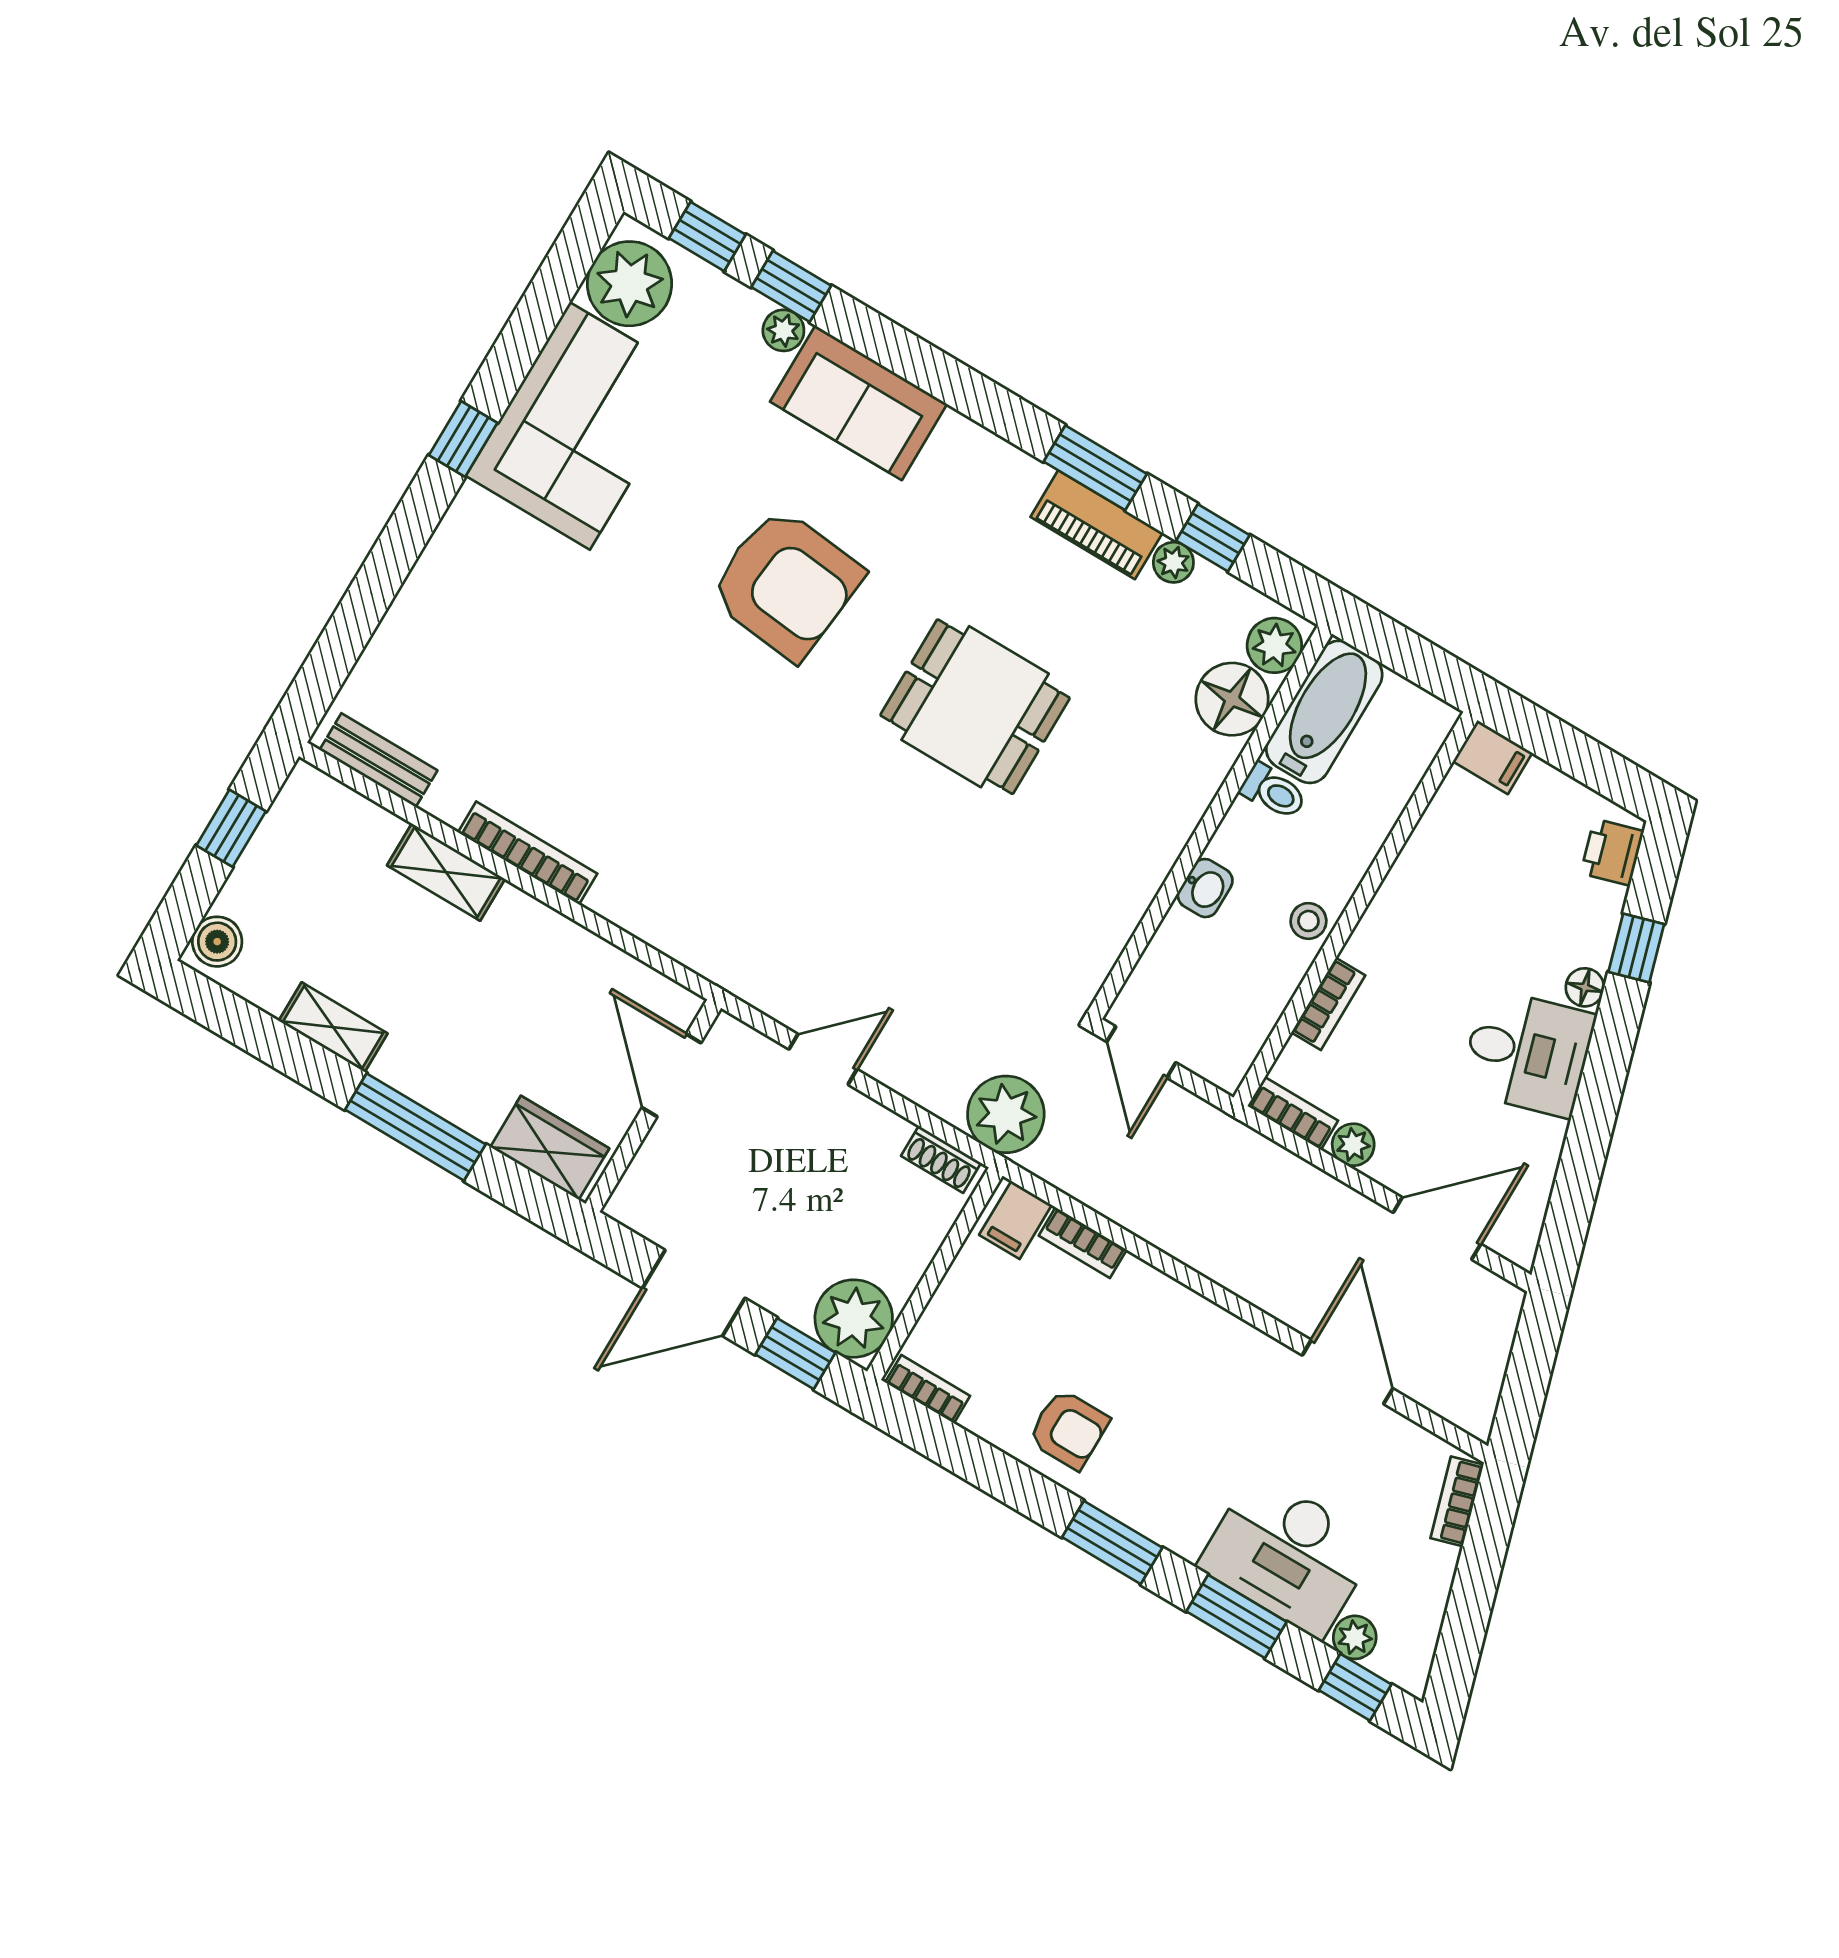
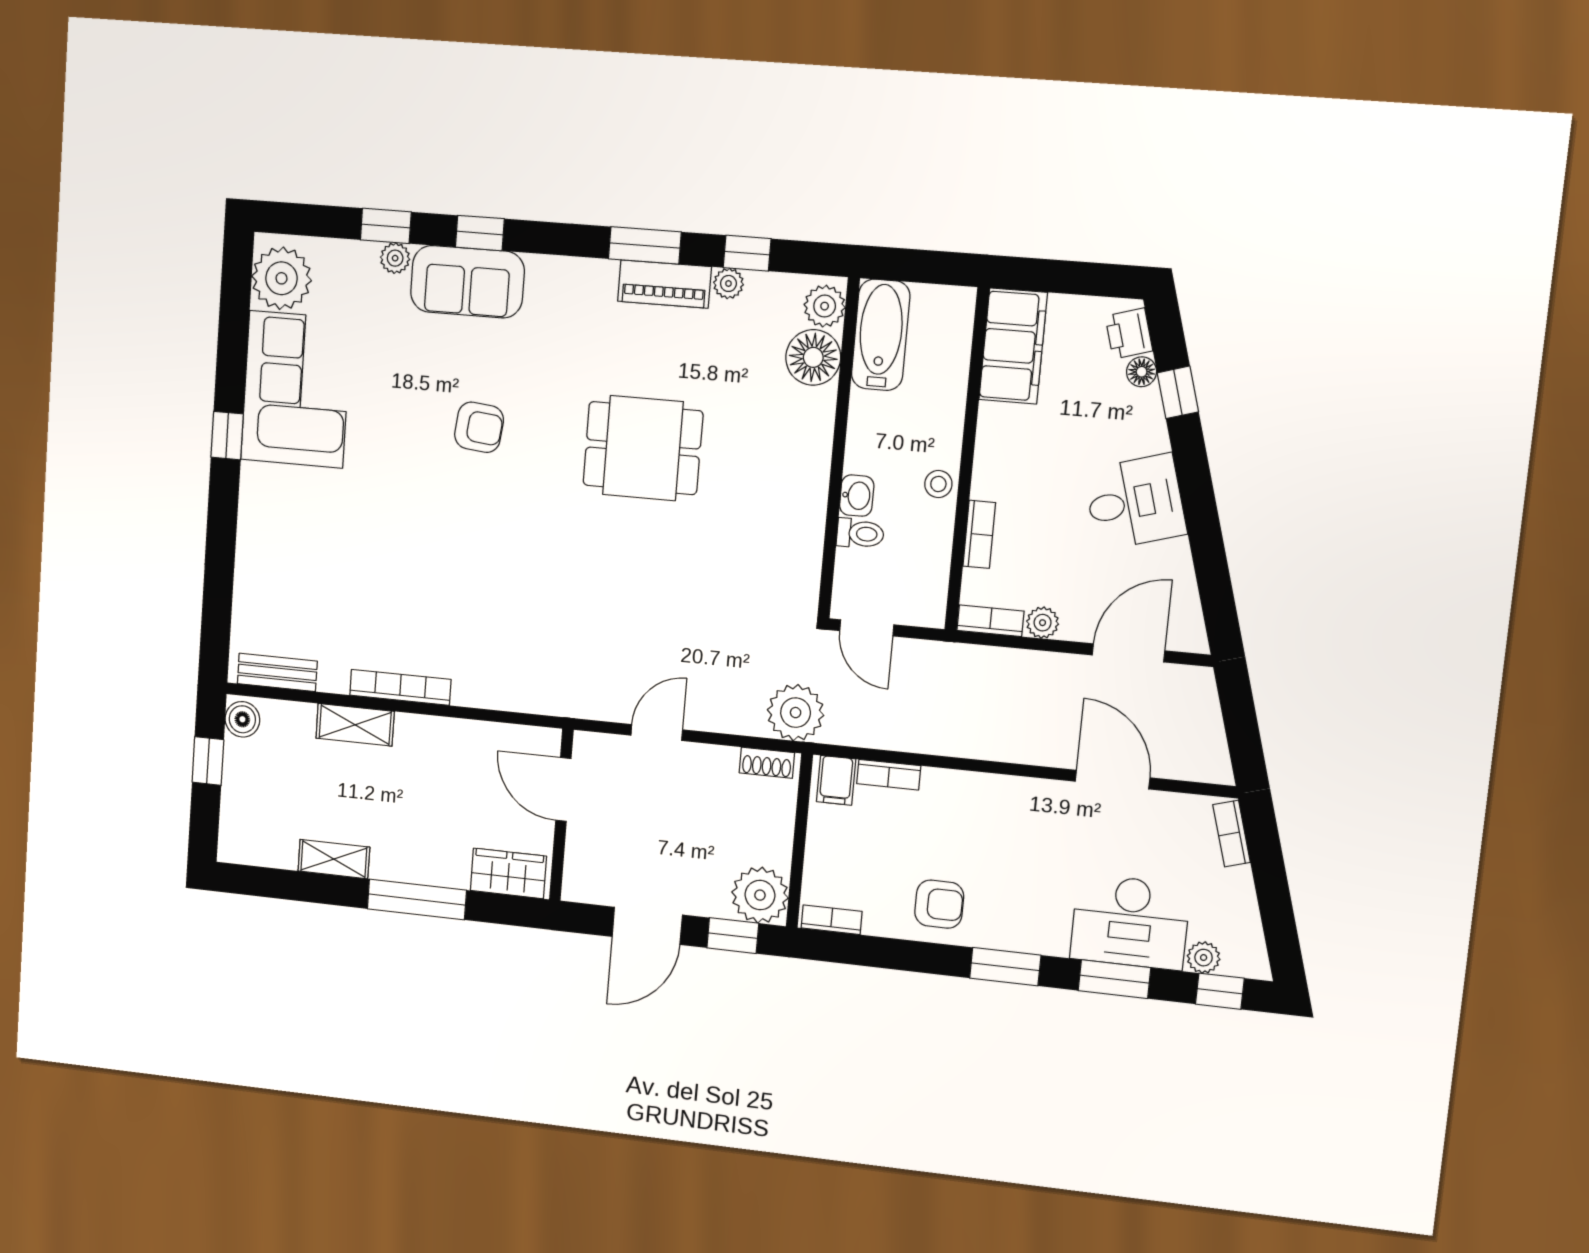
window: (707, 236) -> (480, 233), moved
armchair: (786, 584) -> (479, 427), width x0.53, depth x0.53
filing cabinet: (1492, 757) -> (1013, 346), width x3.00, depth x1.17
toilet: (1273, 791) -> (860, 534), moved
boiler: (217, 942) -> (242, 719), moved
floor lamp: (1585, 987) -> (1142, 372), moved

